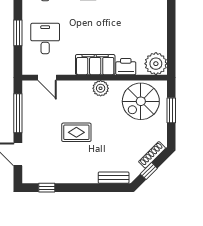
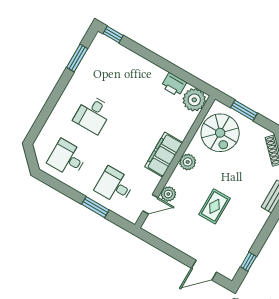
printer: (126, 67) -> (174, 84), moved, turned -90
plant: (64, 88) -> (168, 194), added
window: (18, 113) -> (167, 249), removed

